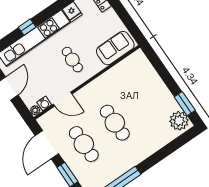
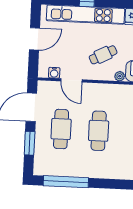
cafe table: (72, 60) -> (103, 55), turned 63
plant: (35, 110) -> (120, 76), moved

